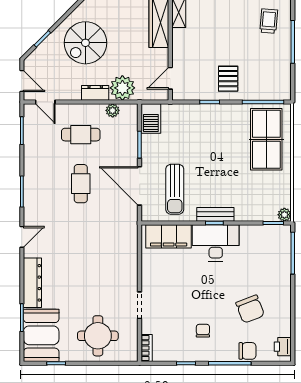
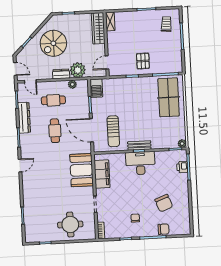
filing cabinet: (169, 236) -> (102, 174), moved, turned -90
dresser: (32, 283) -> (24, 118), moved
booth: (41, 335) -> (81, 170), moved
printer: (283, 347) -> (182, 167), moved

